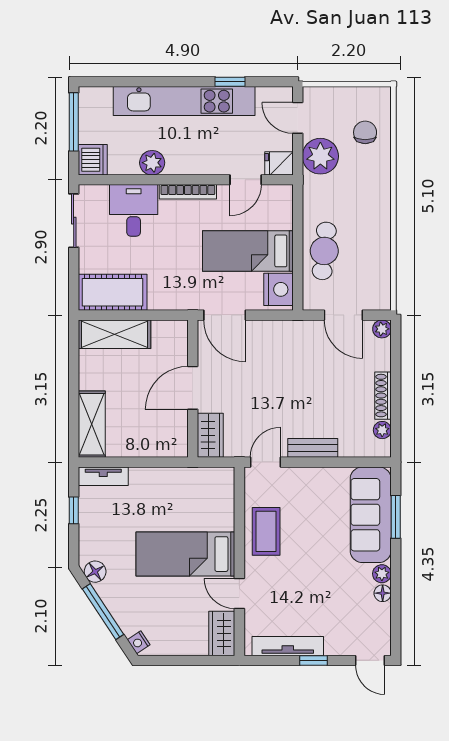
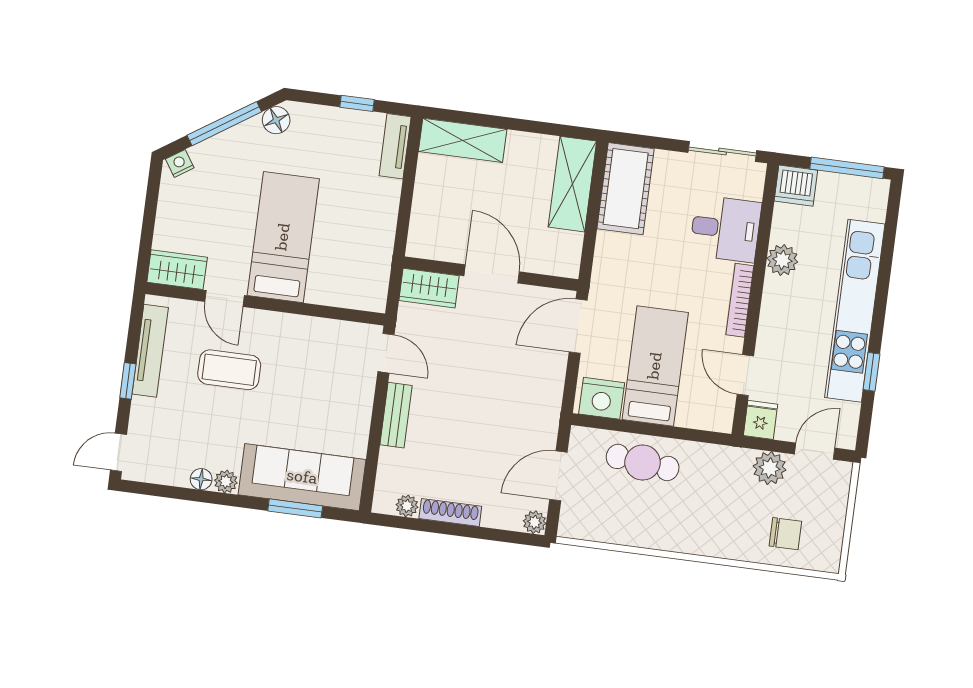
plant: (320, 156) -> (770, 468), width x0.73, depth x0.73
coffee table: (266, 531) -> (229, 370), moved
door: (239, 594) -> (224, 299), swing flipped

